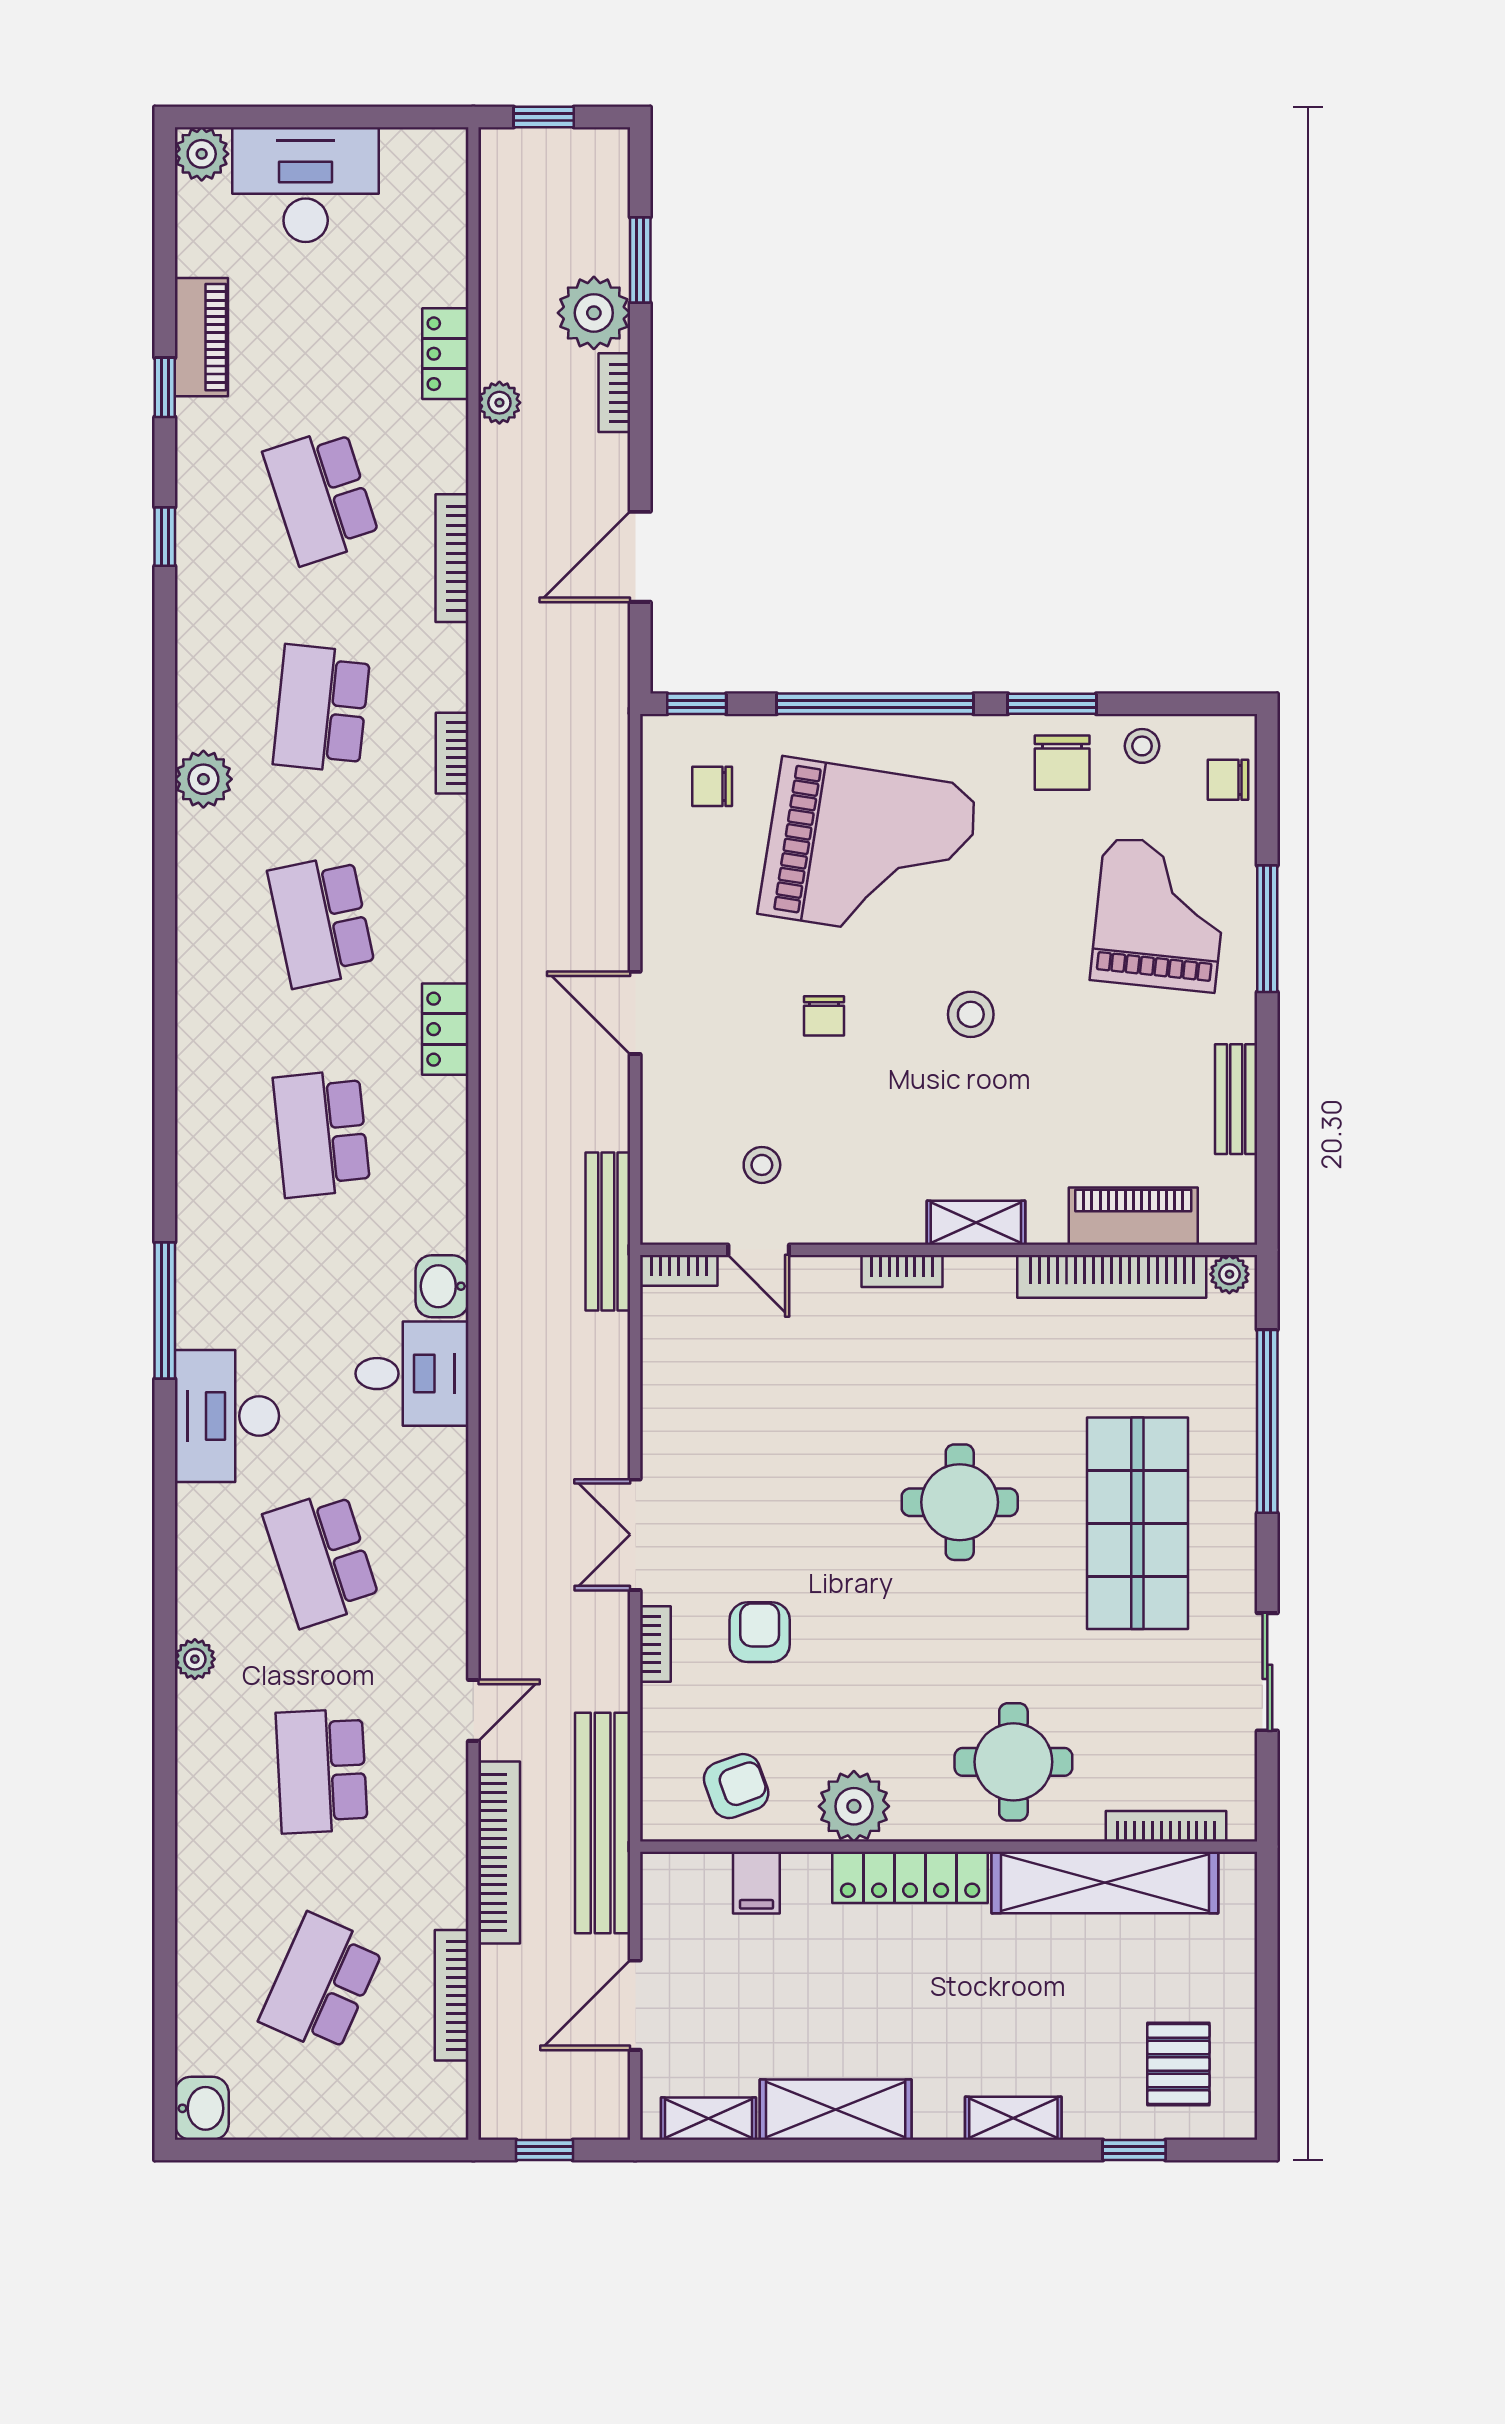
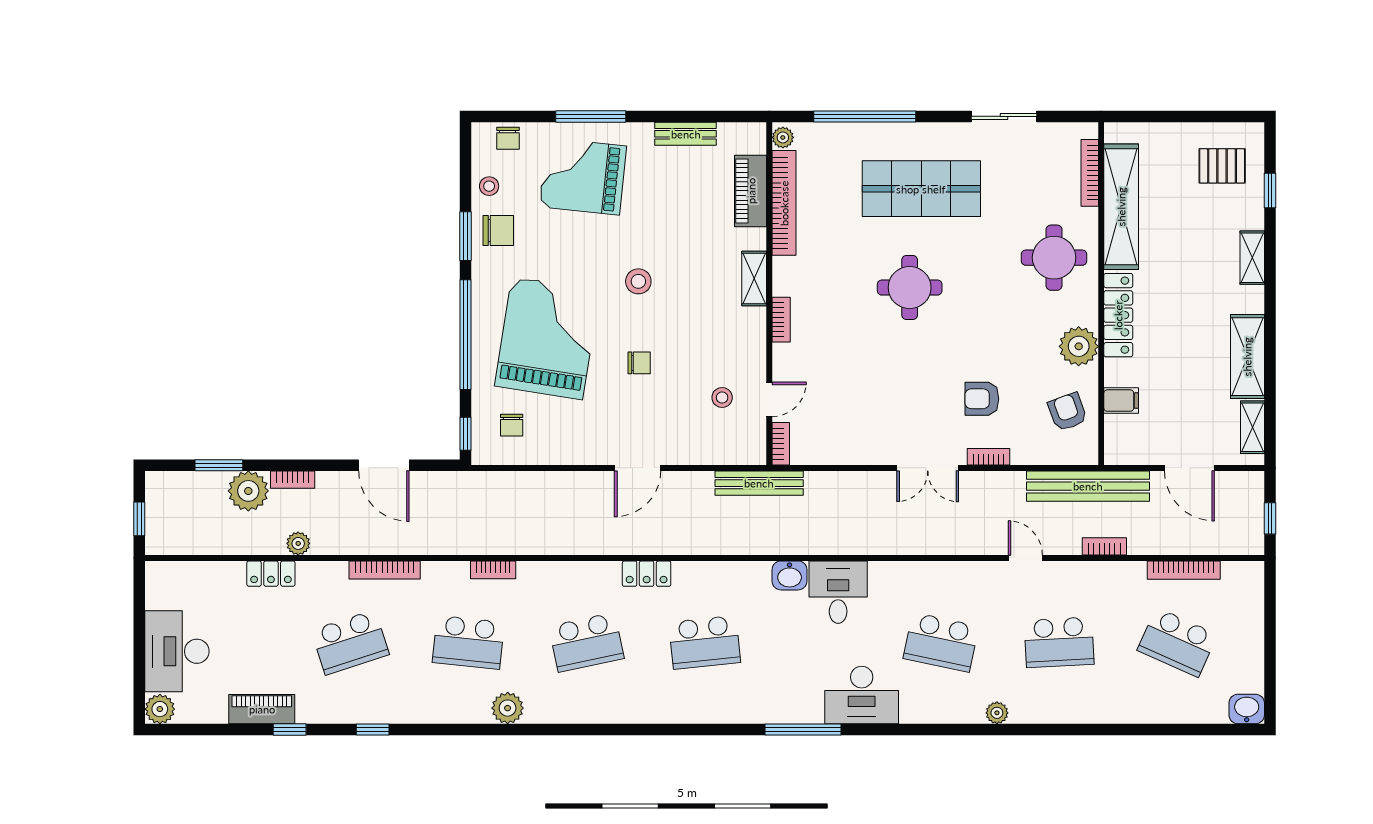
school desk: (322, 1559) -> (941, 642), turned 30
bookcase: (499, 1852) -> (1104, 546), width x0.43, depth x0.76

